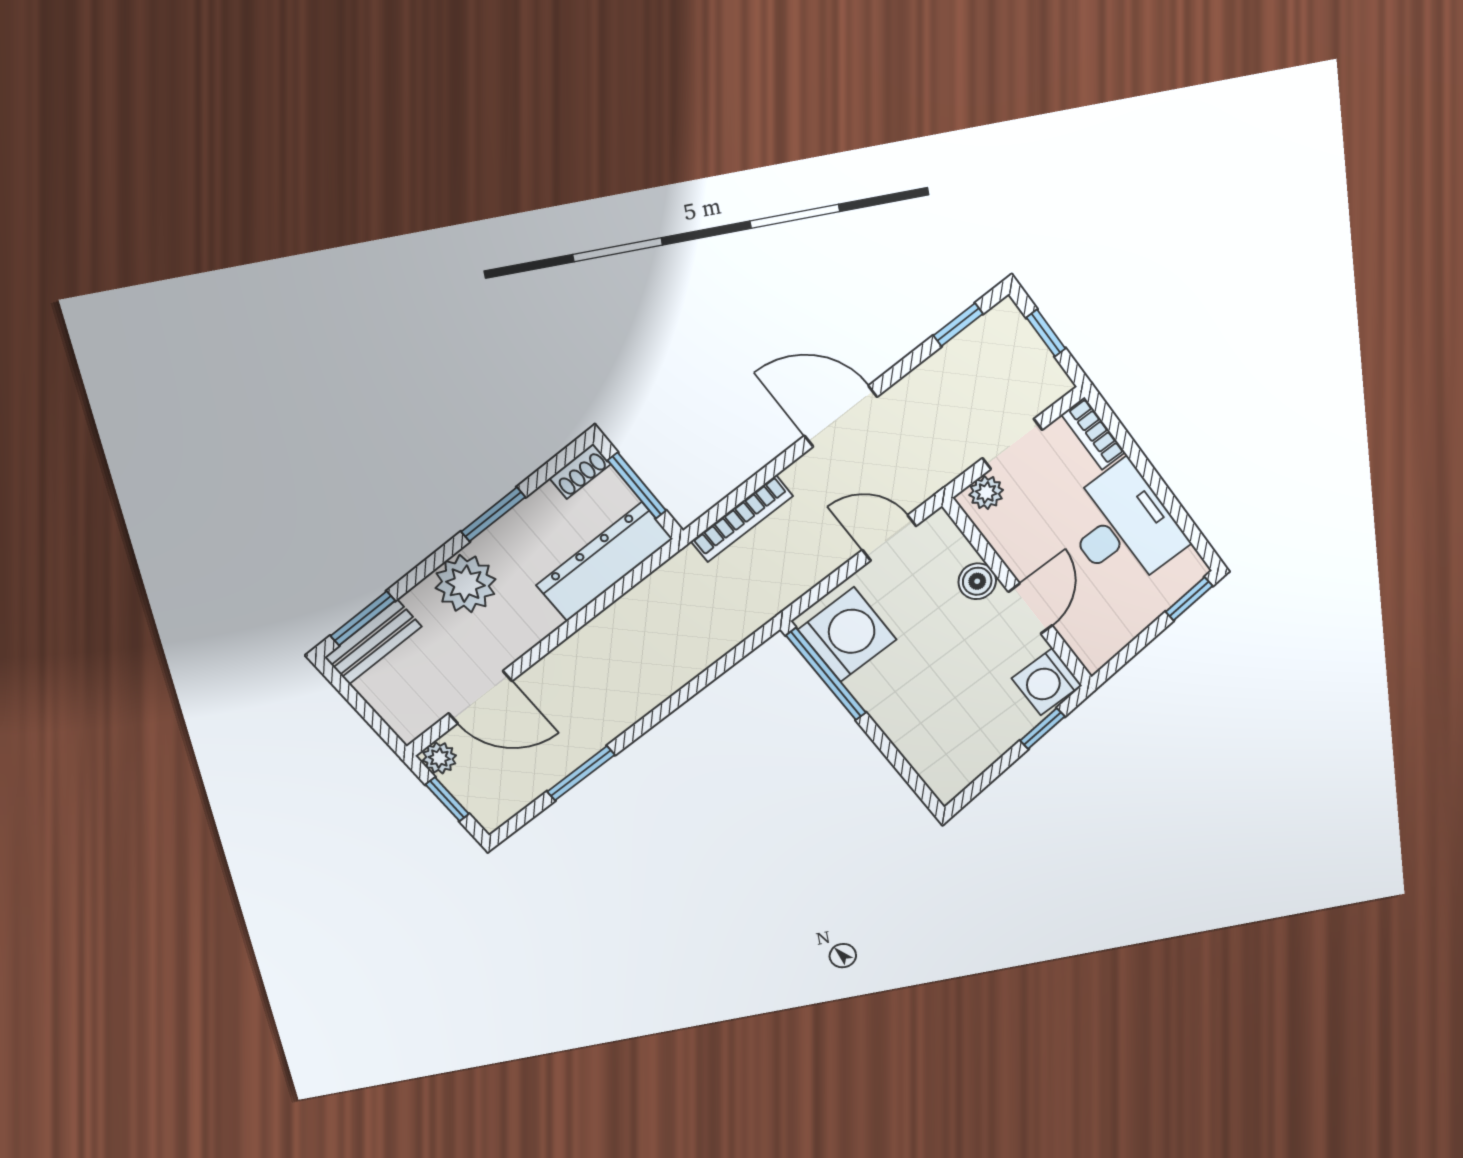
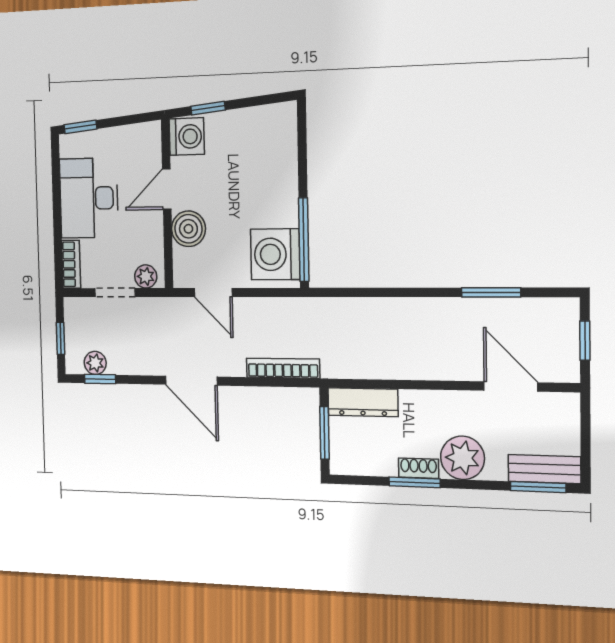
shoe rack: (580, 471) -> (419, 468), moved
dresser: (604, 562) -> (363, 402), width x0.73, depth x0.80
boiler: (977, 581) -> (188, 229), width x1.36, depth x1.36
plant: (439, 758) -> (95, 363), moved

